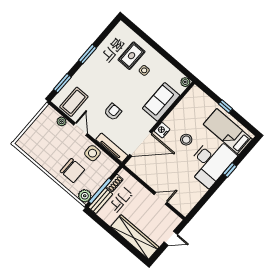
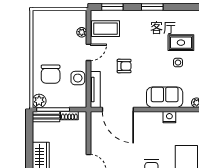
nightstand: (162, 130) -> (169, 117), moved
stool: (186, 140) -> (152, 142), removed

